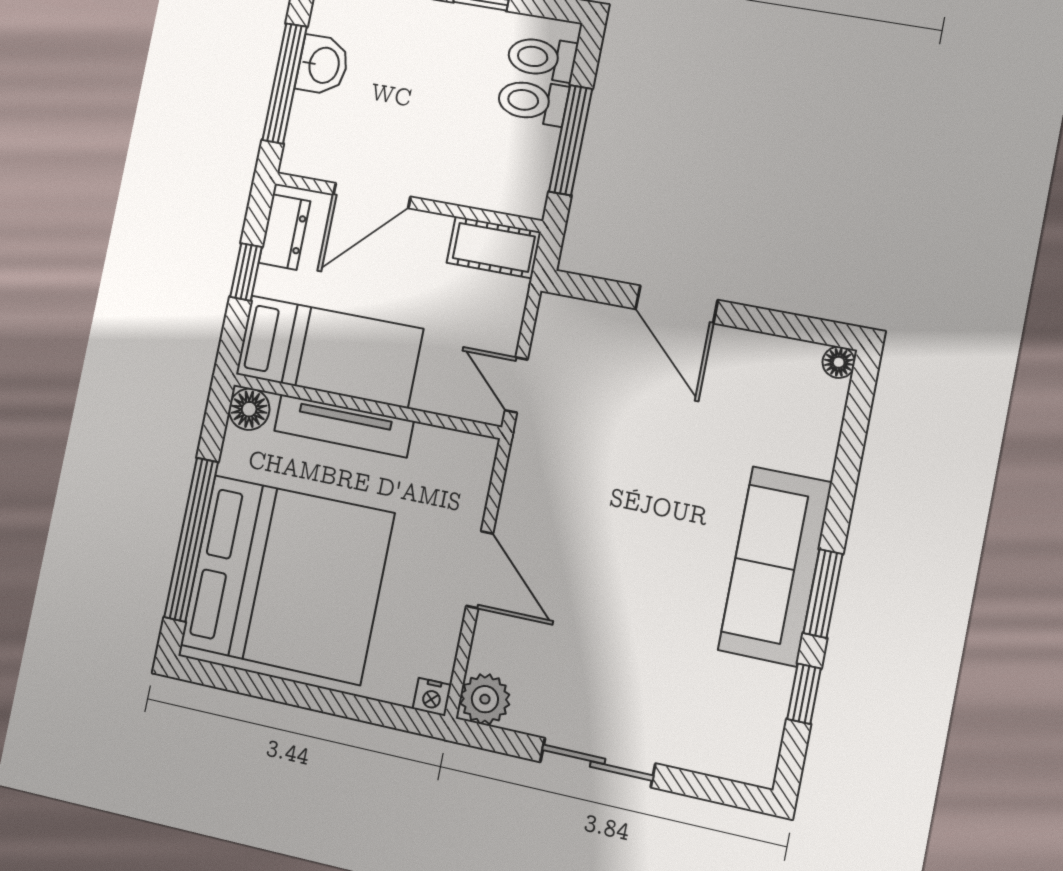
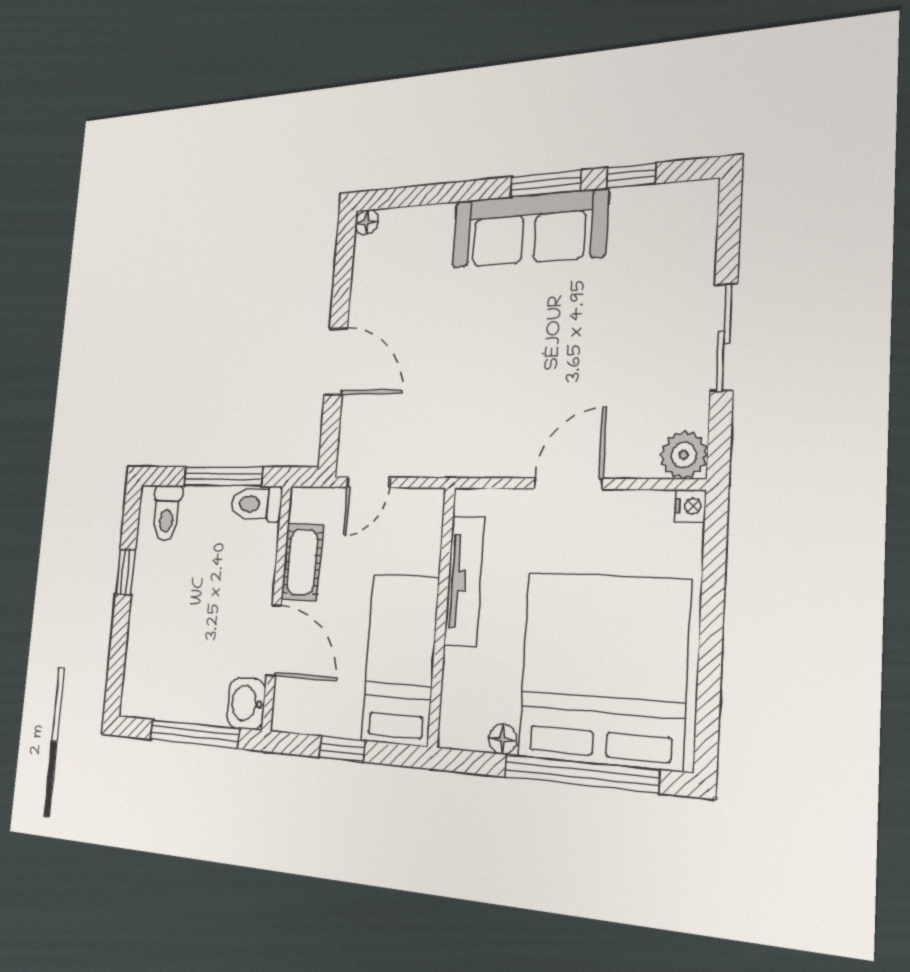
washbasin: (323, 65) -> (246, 703), moved, turned -90
toilet: (532, 101) -> (256, 504), moved, turned 90
dresser: (284, 232) -> (307, 717), removed
cot: (494, 247) -> (302, 562), moved
door: (677, 305) -> (336, 361), hinge flipped
door: (516, 385) -> (368, 482), moved
floor lamp: (249, 409) -> (503, 739), moved, width x0.73, depth x0.73
tv unit: (344, 426) -> (464, 581), moved

